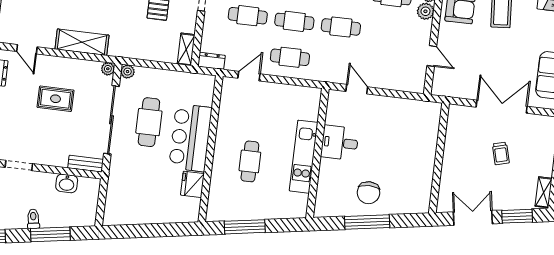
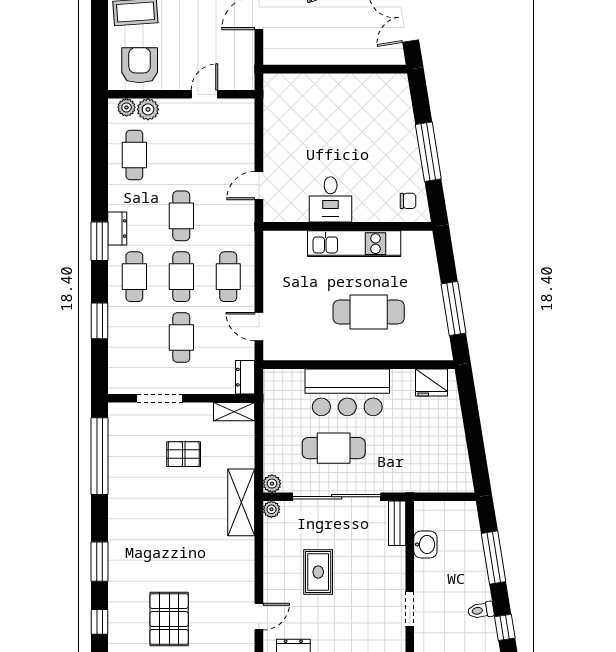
shelving: (82, 42) -> (241, 502), moved
cafe table: (250, 161) -> (369, 312), width x1.37, depth x1.35
fridge: (192, 184) -> (431, 382), moved
chair: (368, 193) -> (408, 201), moved, width x0.54, depth x0.54
toilet: (33, 219) -> (481, 610), moved

